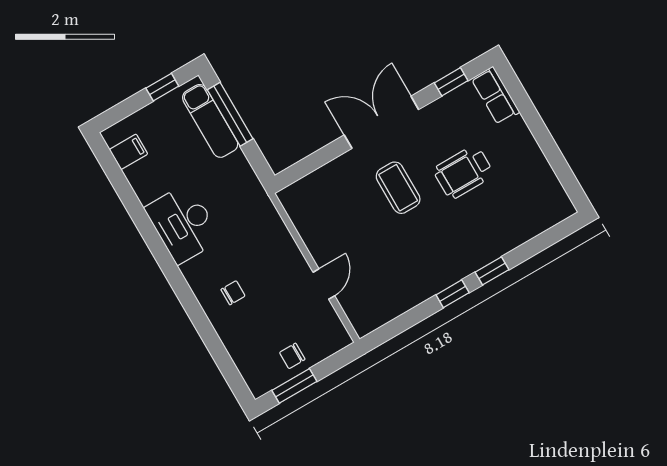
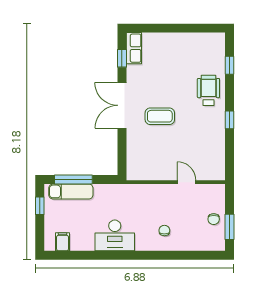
row of seats: (496, 96) -> (134, 48), moved, turned -90
wheelchair: (463, 172) -> (208, 90), moved, turned 180
window: (492, 271) -> (229, 65), moved

